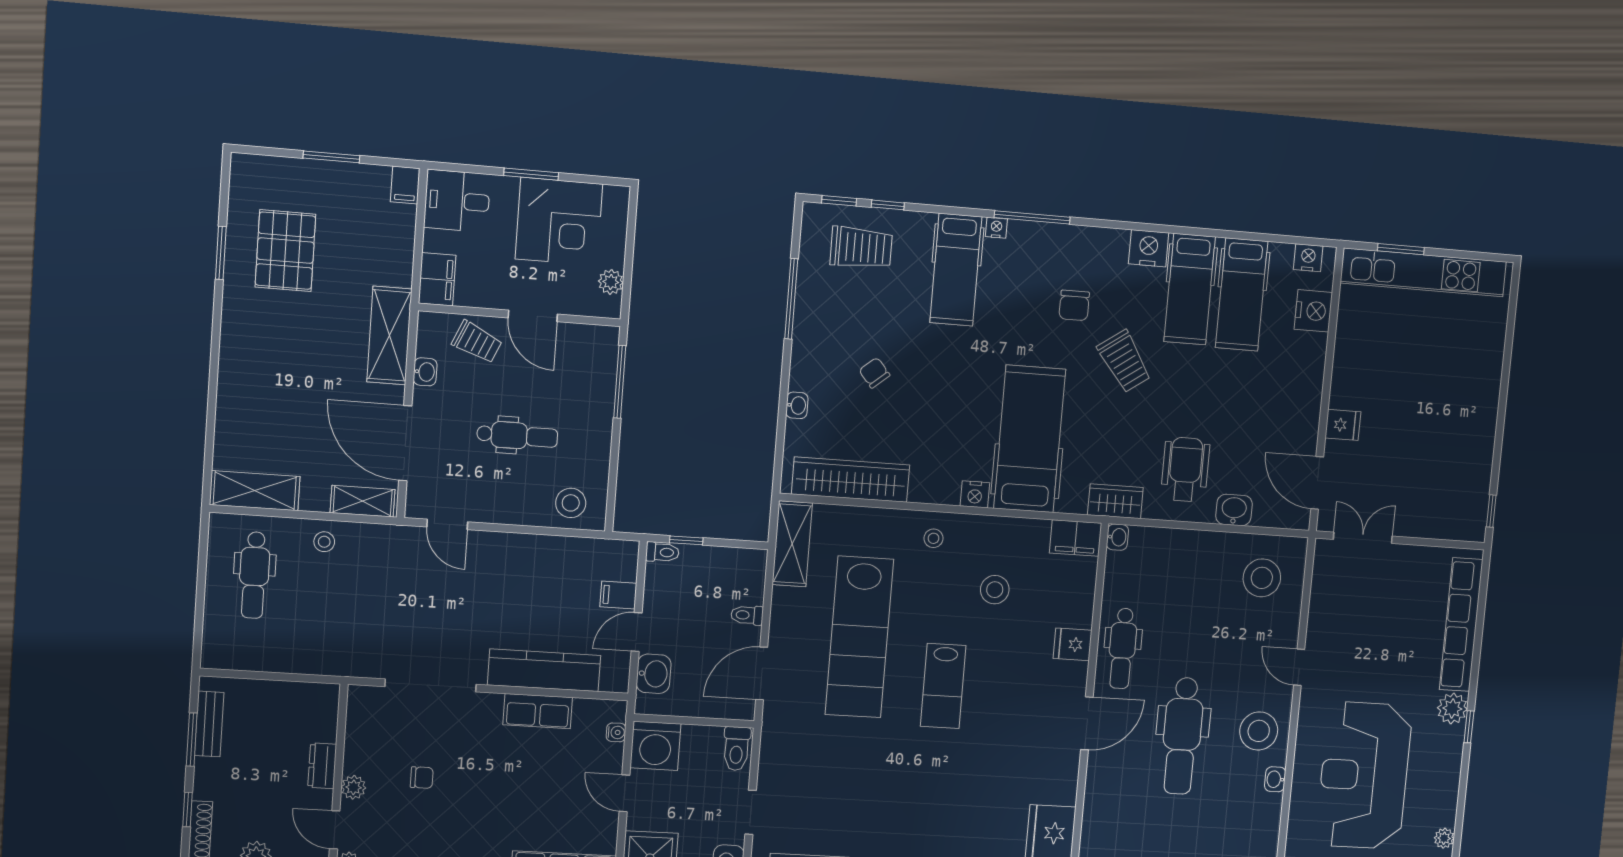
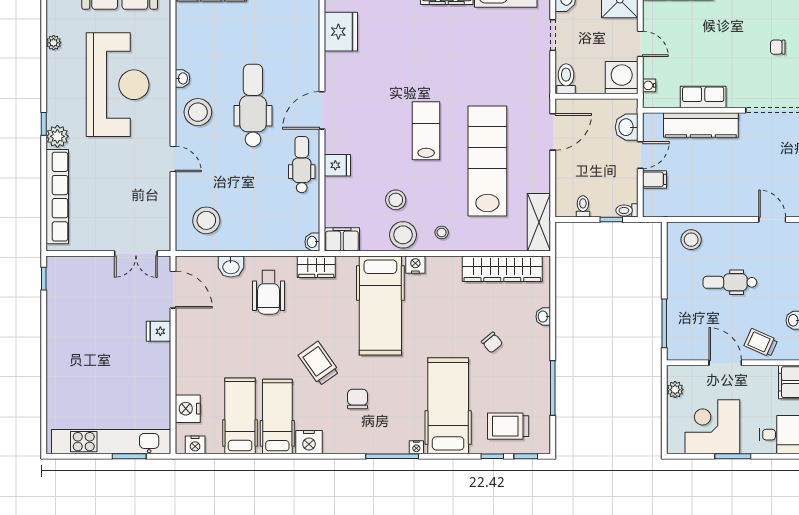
hospital bed: (956, 270) -> (448, 406), width x1.37, depth x1.29
stool: (989, 539) -> (403, 235), added
toilet: (747, 615) -> (583, 206), moved, turned -90

